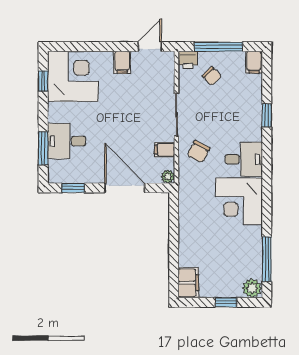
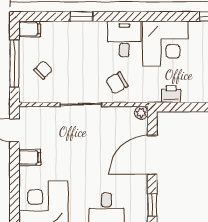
printer: (188, 60) -> (171, 94), moved, turned -90
filing cabinet: (165, 150) -> (115, 116), removed
chair: (198, 152) -> (117, 83), turned 124

